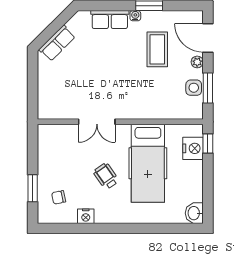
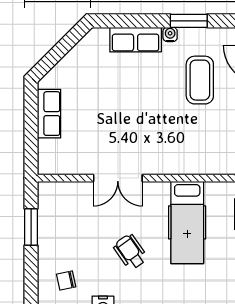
row of seats: (57, 43) -> (49, 114), moved, turned -45
hospital bed: (148, 163) -> (187, 222), width x0.73, depth x0.78
window: (33, 188) -> (31, 227), moved

